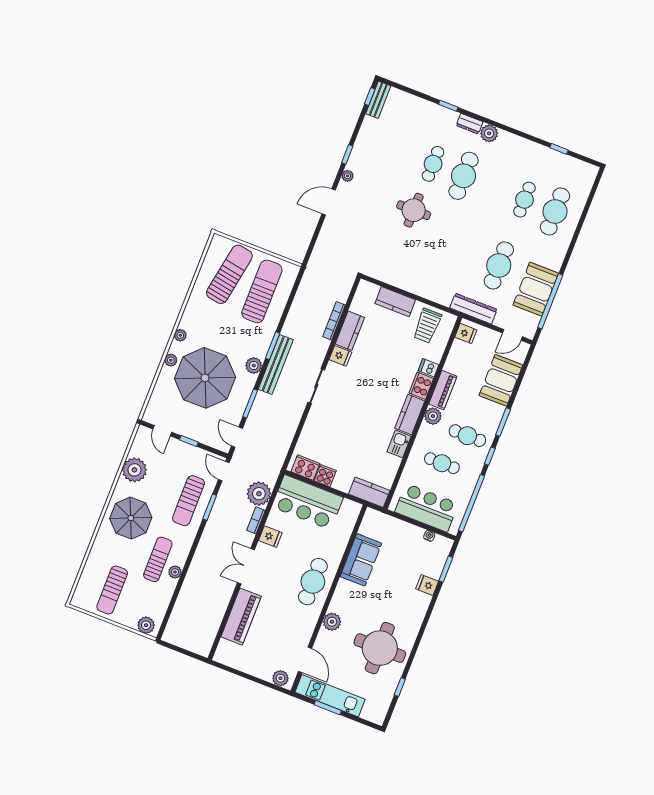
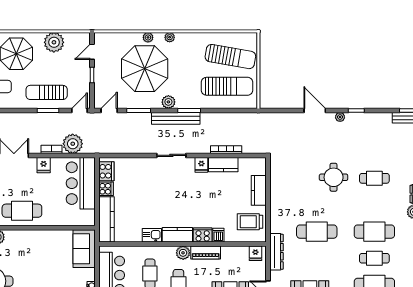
cafe table: (464, 176) -> (374, 232), moved
cafe table: (499, 265) -> (317, 232), moved
kitchen counter: (369, 492) -> (106, 219), width x1.50
sofa: (361, 560) -> (84, 249), moved, turned 90

